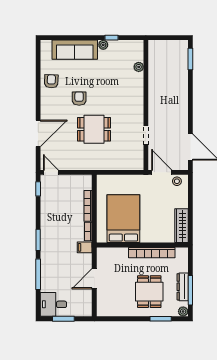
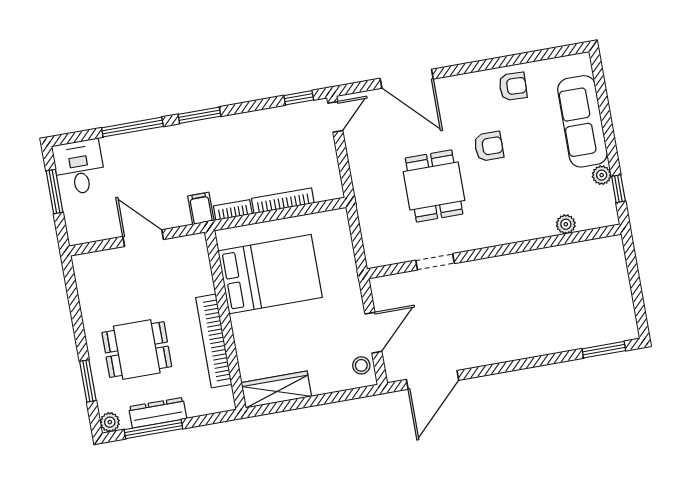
plant: (139, 67) -> (566, 224), moved
wall: (146, 105) -> (494, 251), moved
doorway: (146, 135) -> (435, 262), moved

